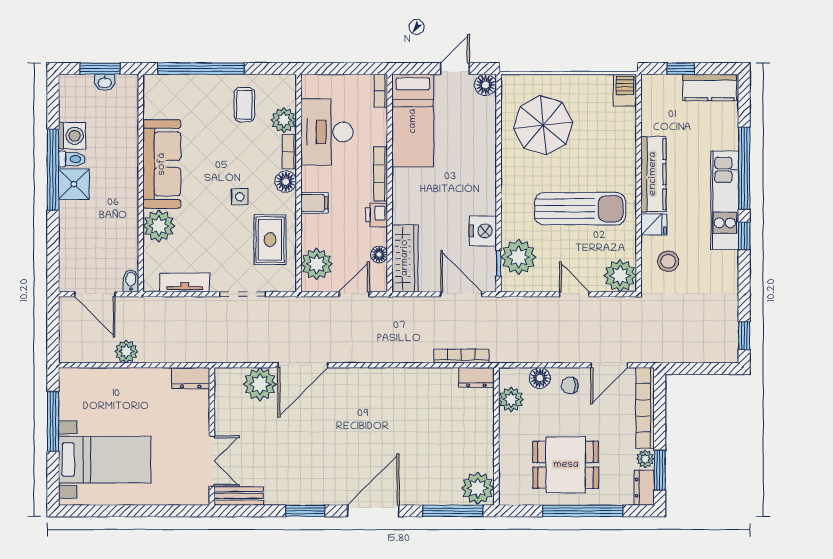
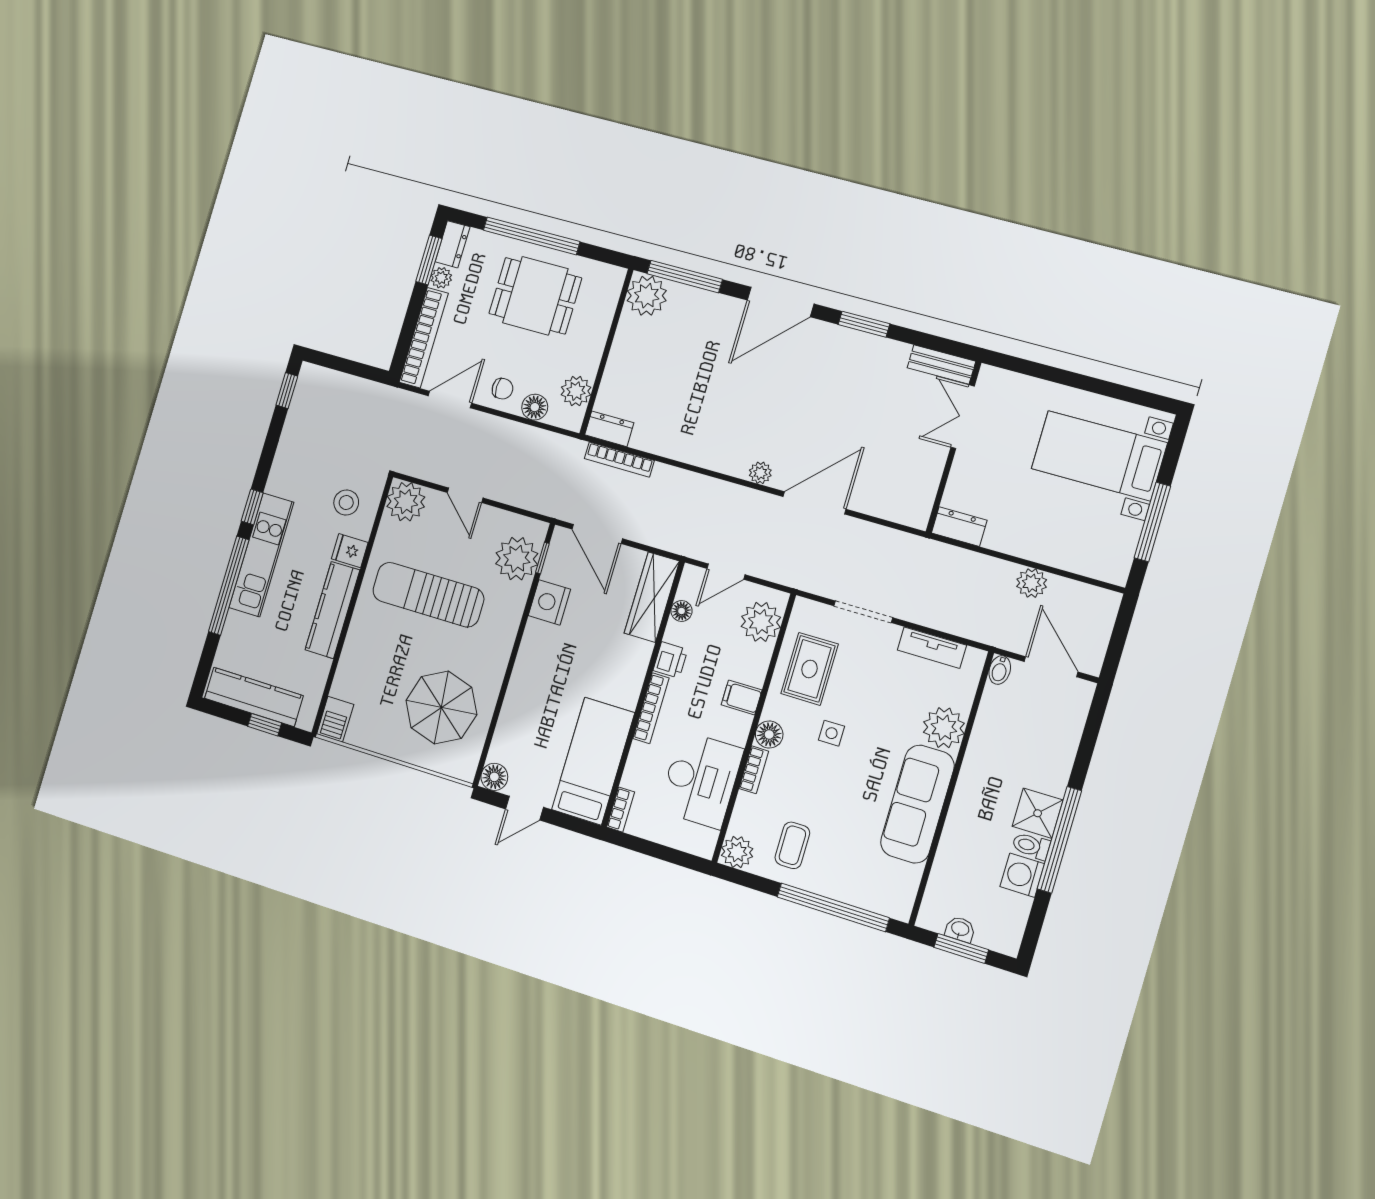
kitchen counter: (710, 87) -> (254, 697), width x1.50
plant: (284, 120) -> (737, 852), moved
plant: (260, 384) -> (760, 473), moved, width x0.53, depth x0.53

